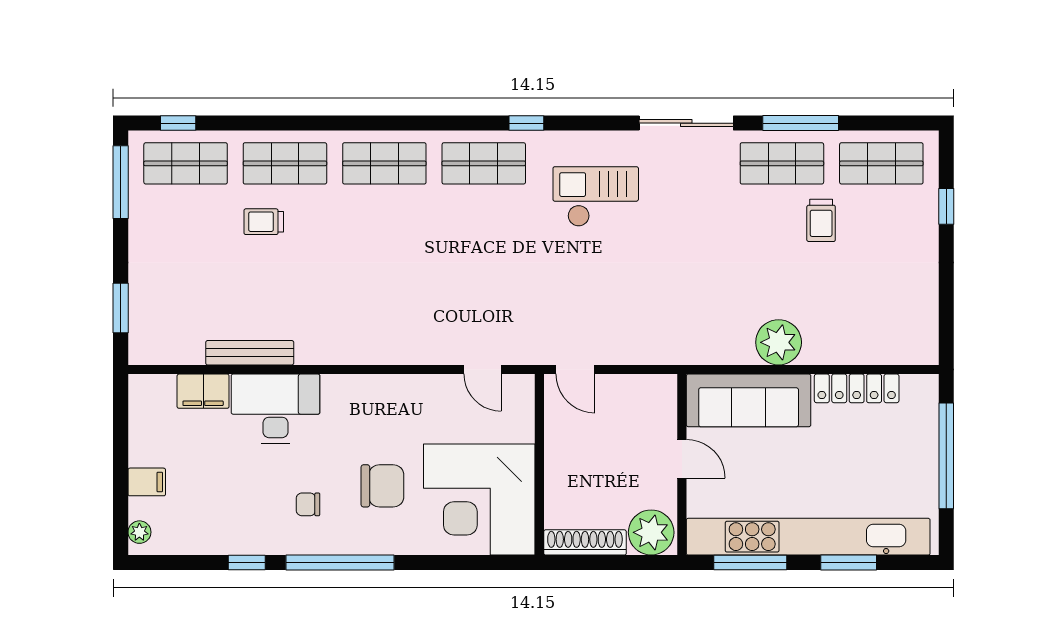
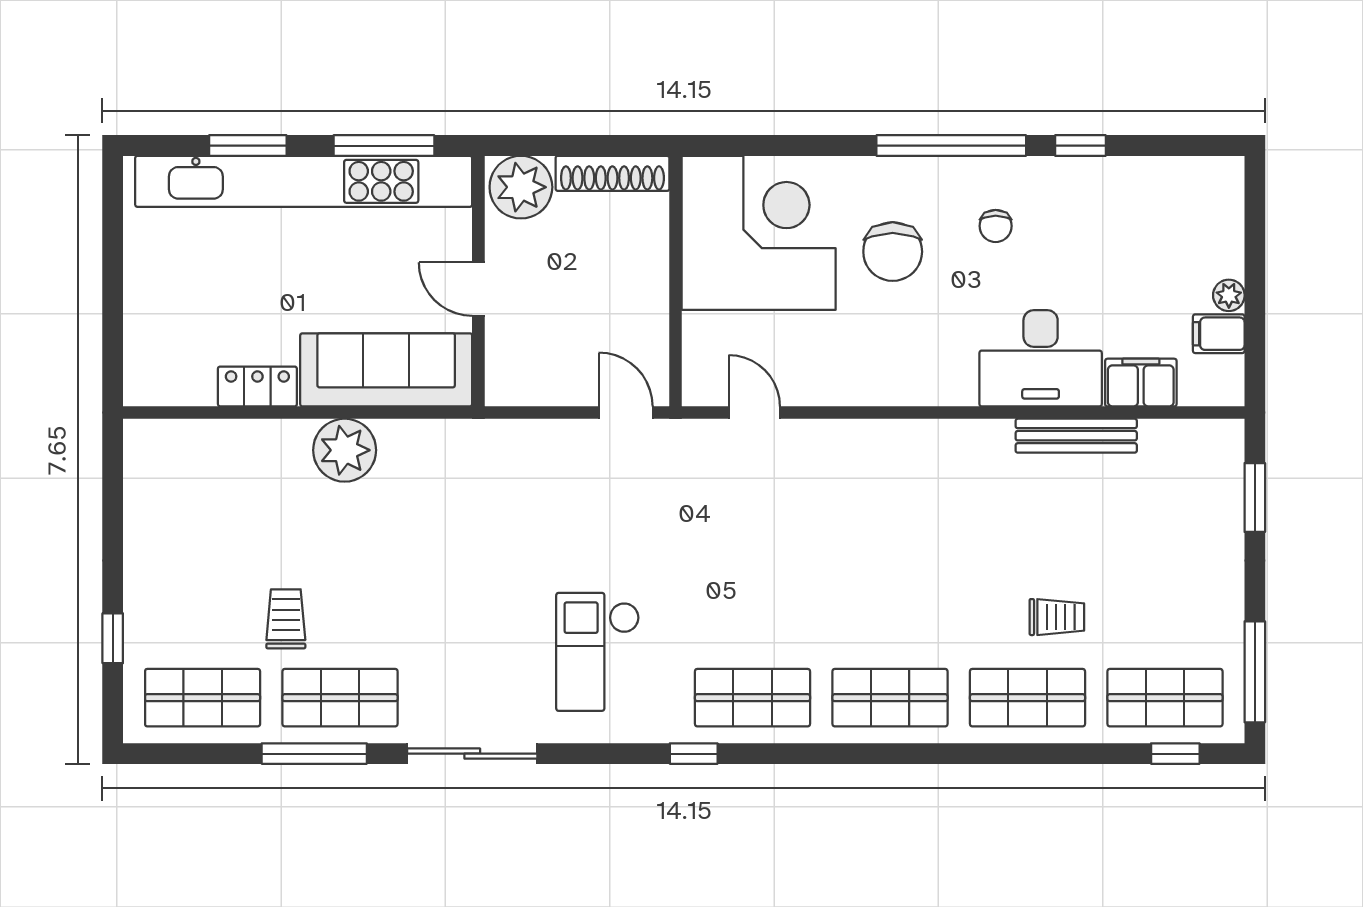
checkout: (596, 197) -> (598, 652), turned 90
locker: (857, 388) -> (257, 386), width x0.66
window: (946, 456) -> (113, 293), removed
filing cabinet: (147, 482) -> (1219, 334), moved
chair: (382, 486) -> (893, 252), turned -90
chair: (308, 504) -> (996, 226), turned 90
plant: (139, 532) -> (1229, 295), moved

